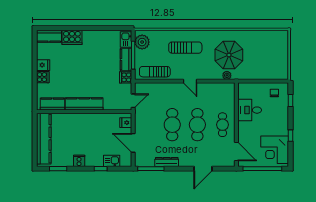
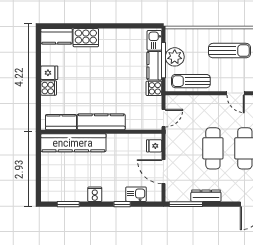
plant: (142, 42) -> (175, 57), moved
kitchen counter: (44, 139) -> (73, 143), moved, turned 90

